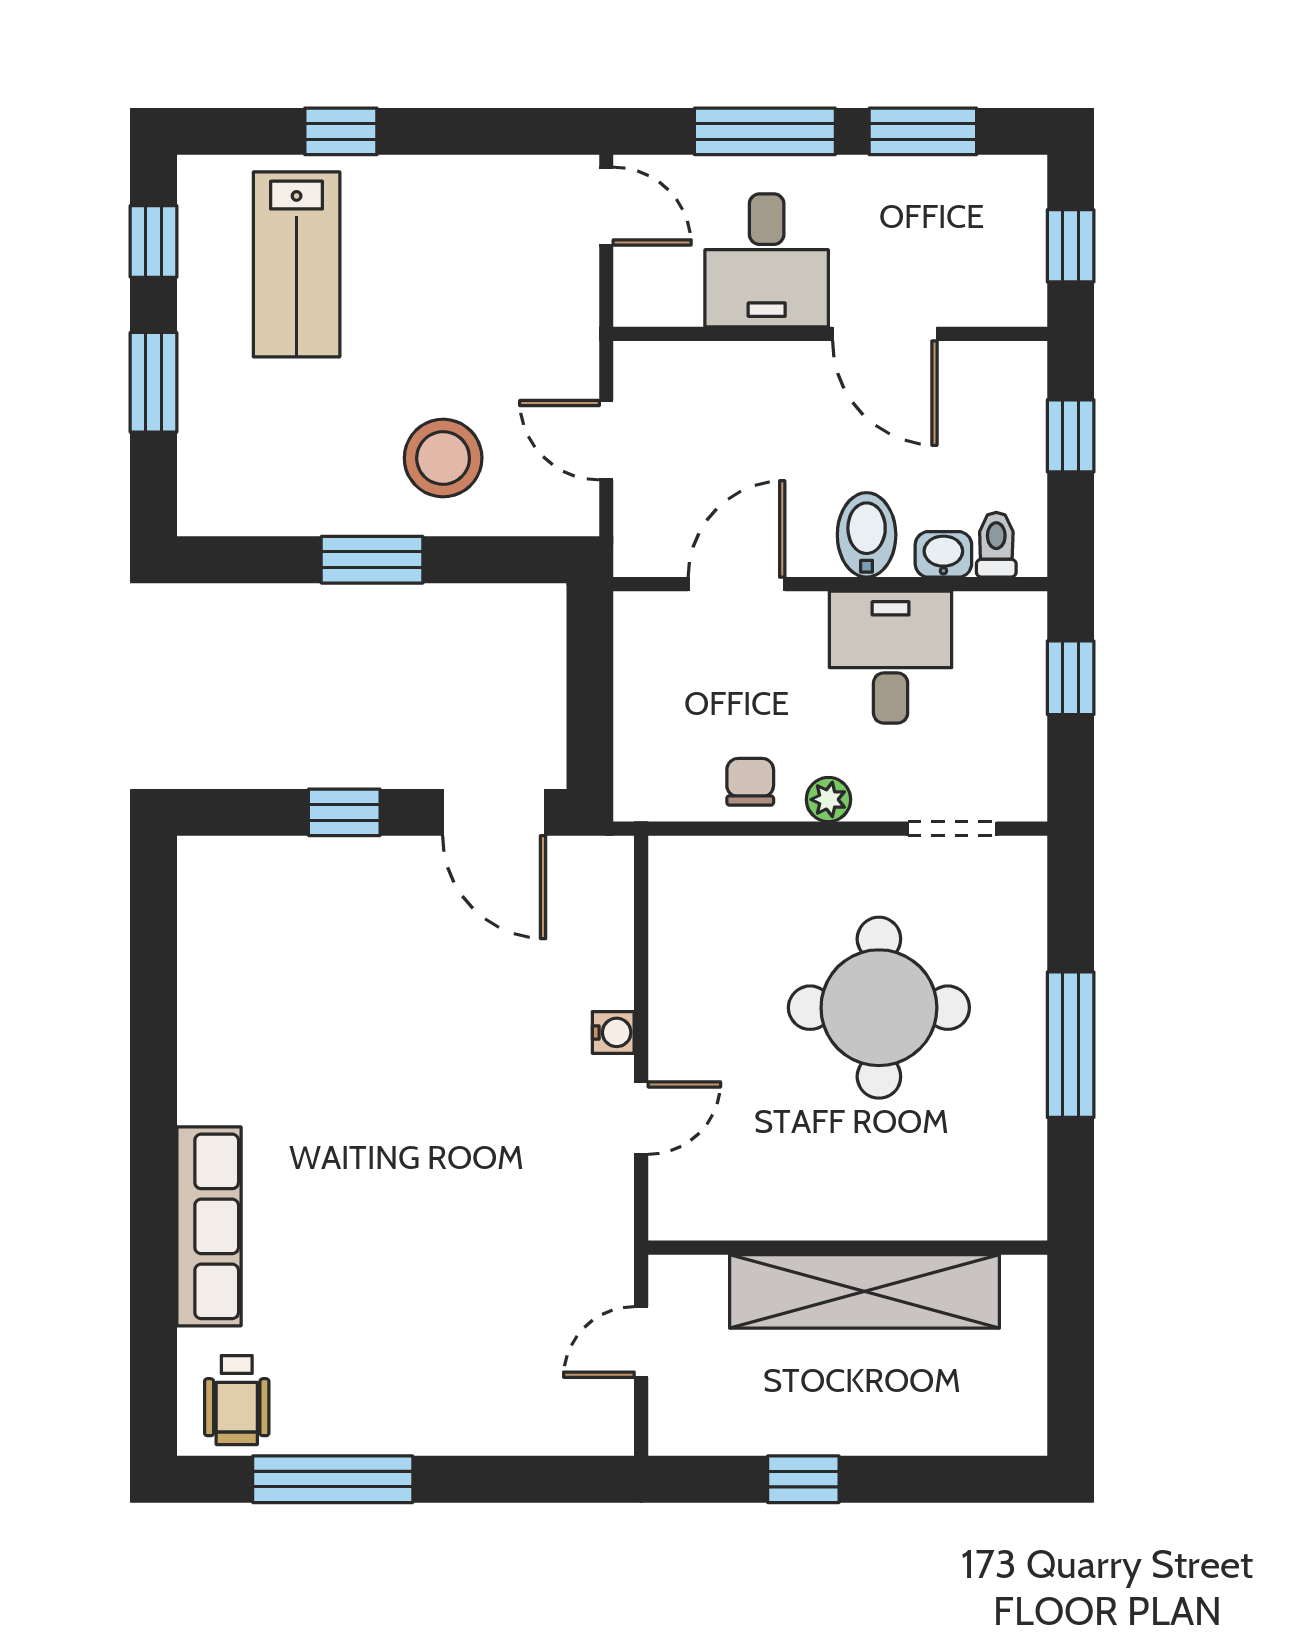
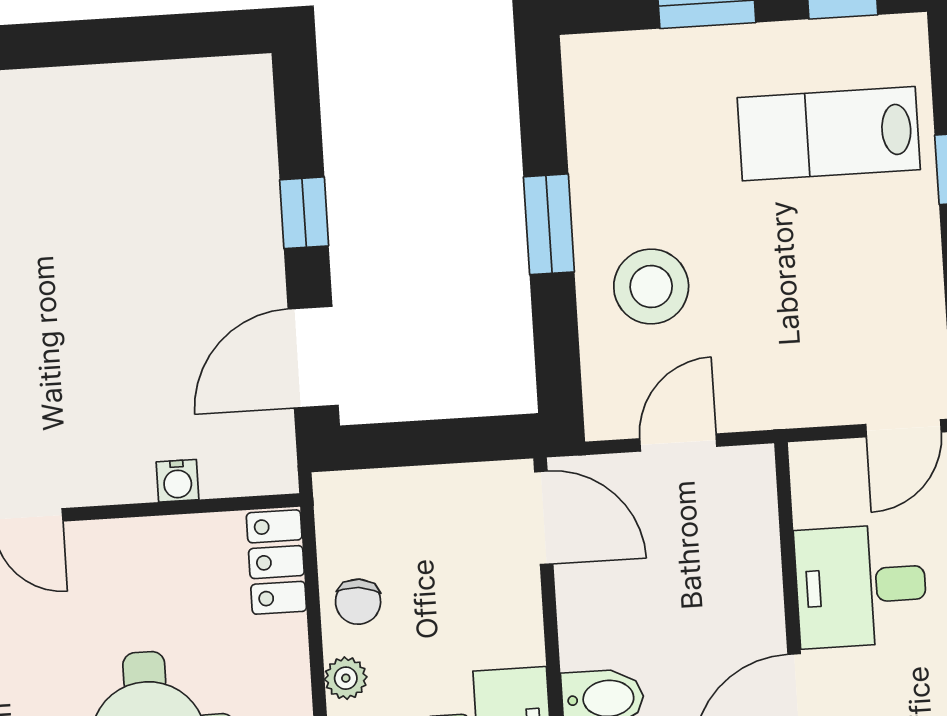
door: (737, 584) -> (544, 518), moved
chair: (750, 782) -> (358, 602), turned 96
locker: (704, 864) -> (276, 562), added
water cooler: (613, 1032) -> (177, 481), moved

